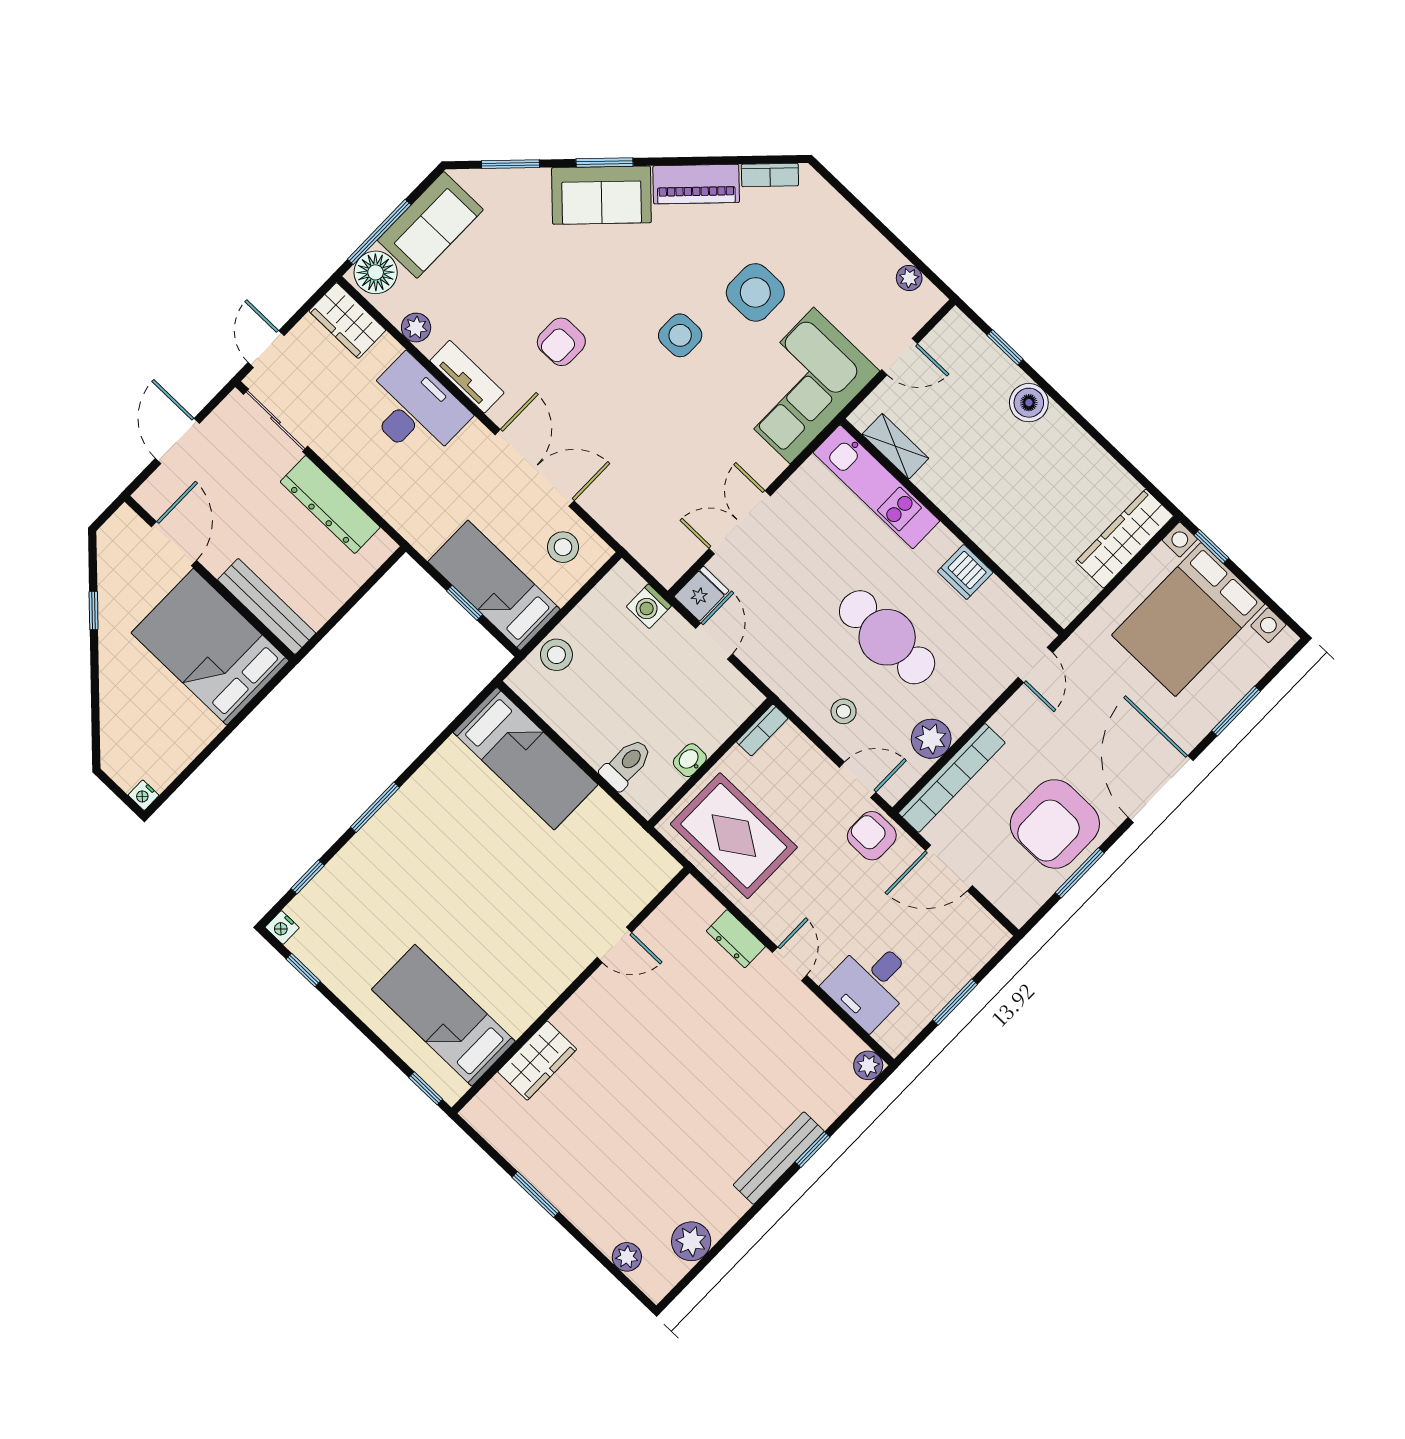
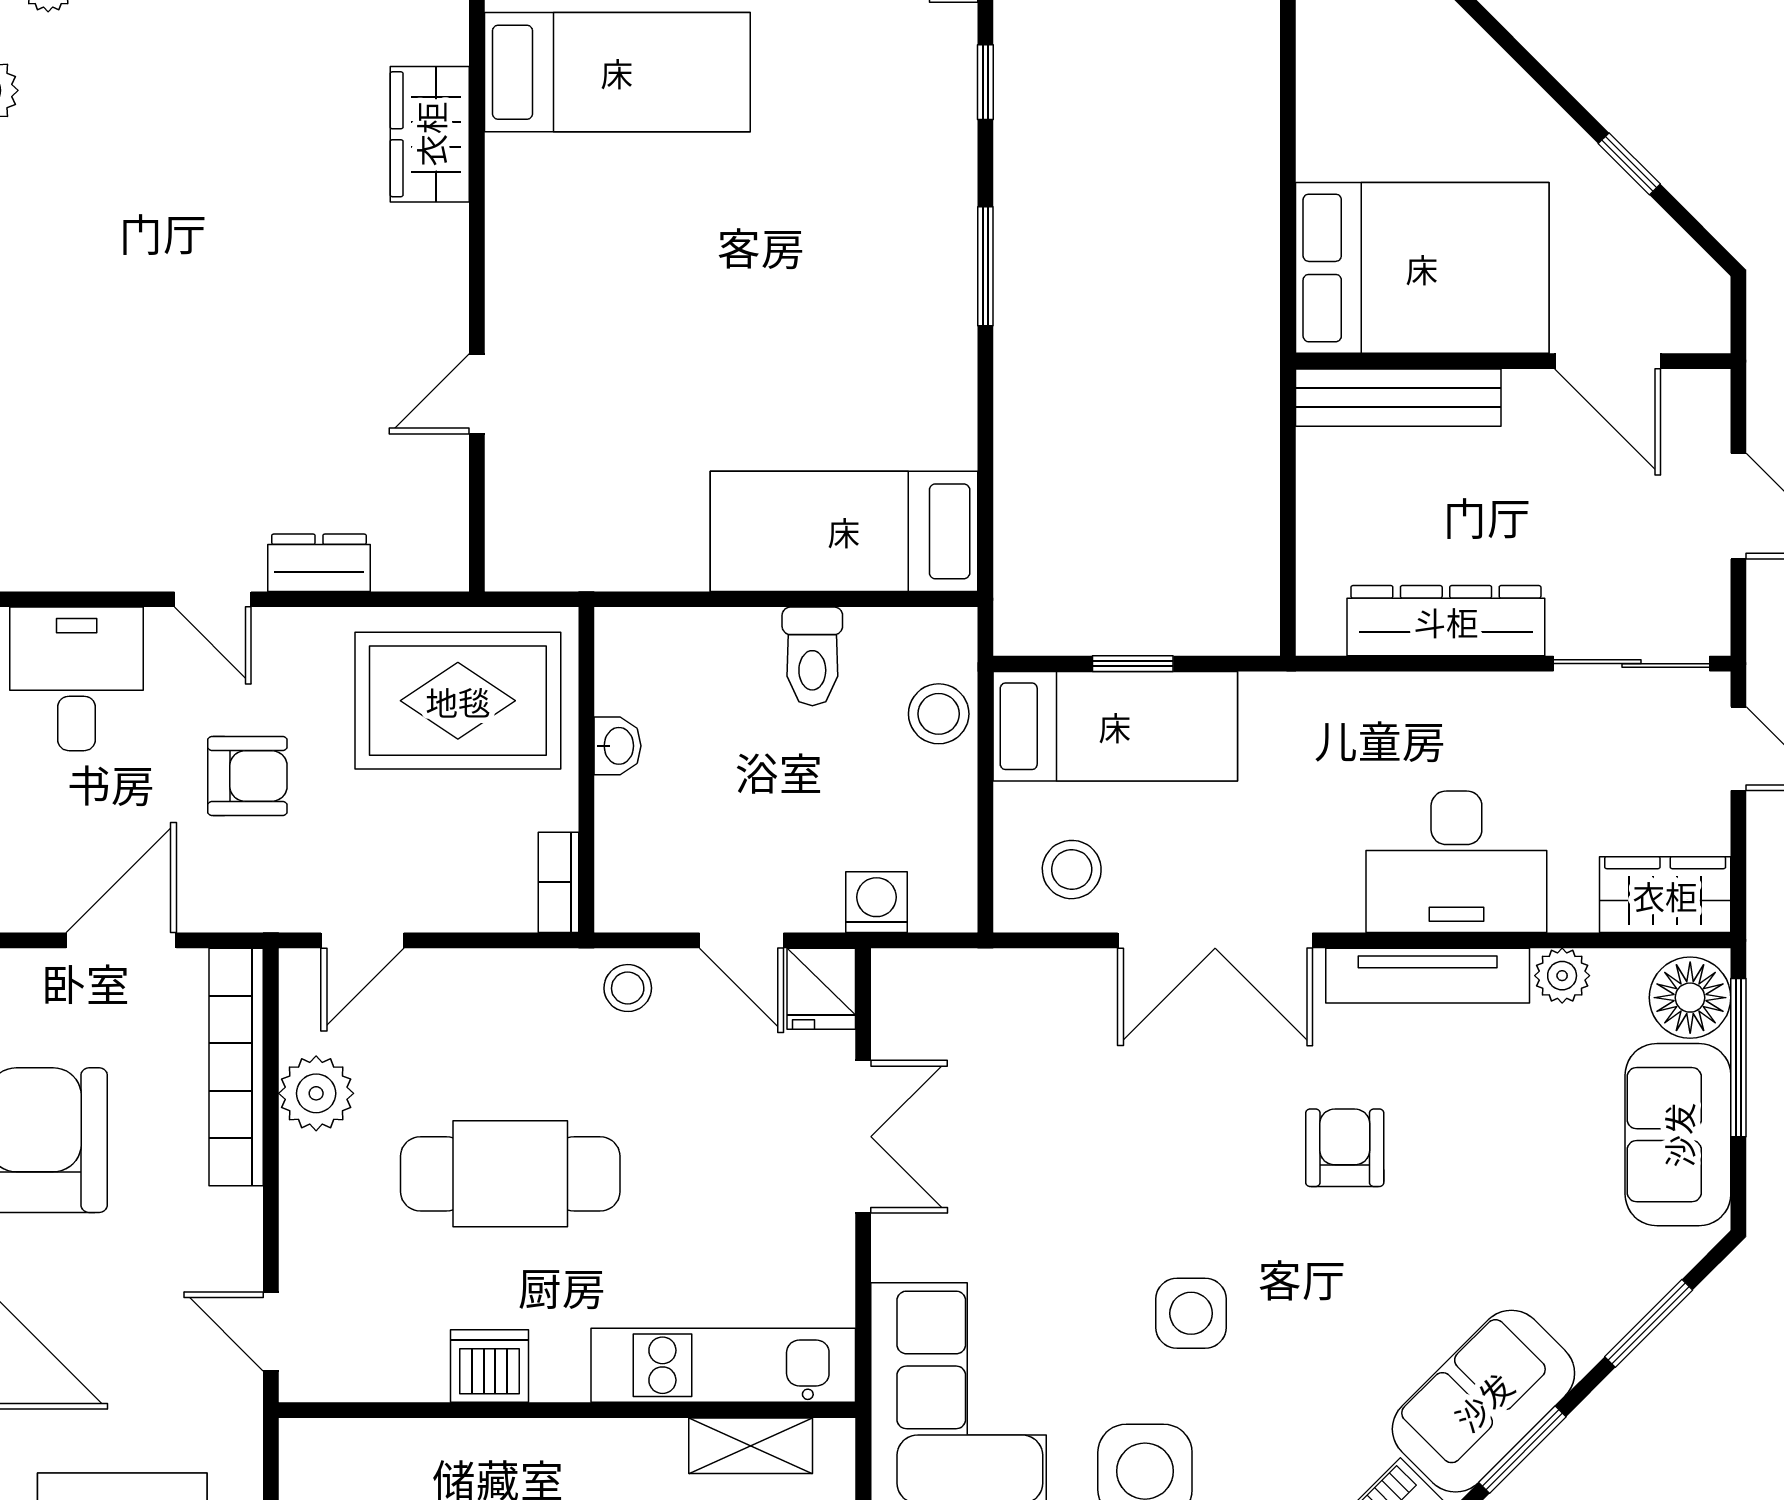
tv unit: (467, 377) -> (1428, 976), width x1.41
stool: (844, 711) -> (628, 988), moved
toilet: (626, 764) -> (812, 656), moved
armchair: (872, 836) -> (247, 776), moved

